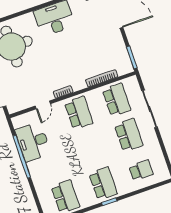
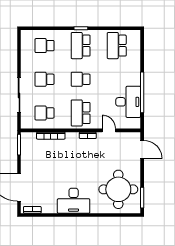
school desk: (117, 100) -> (45, 113), width x0.54
door: (43, 105) -> (109, 130), hinge flipped
school desk: (129, 135) -> (45, 79), width x0.54
school desk: (91, 148) -> (81, 79), added

